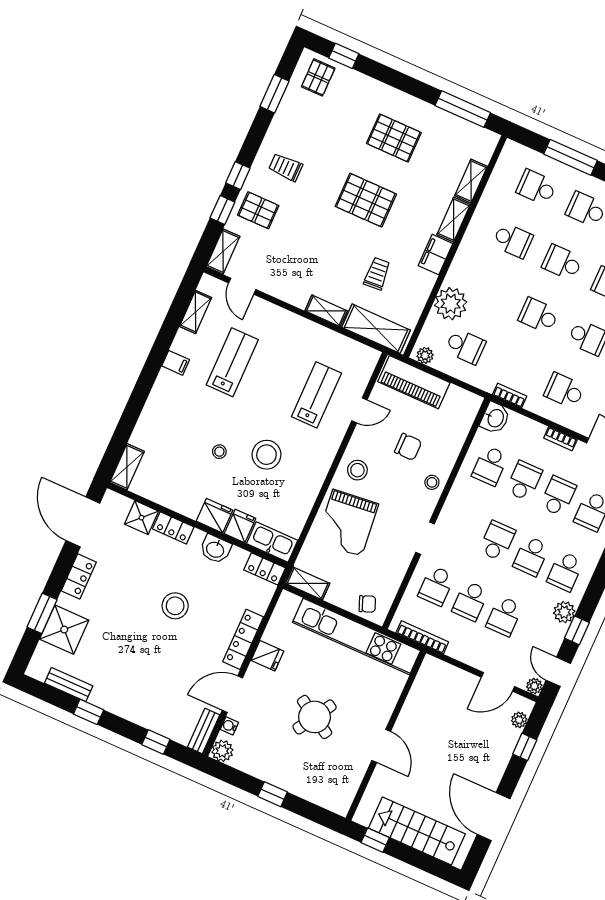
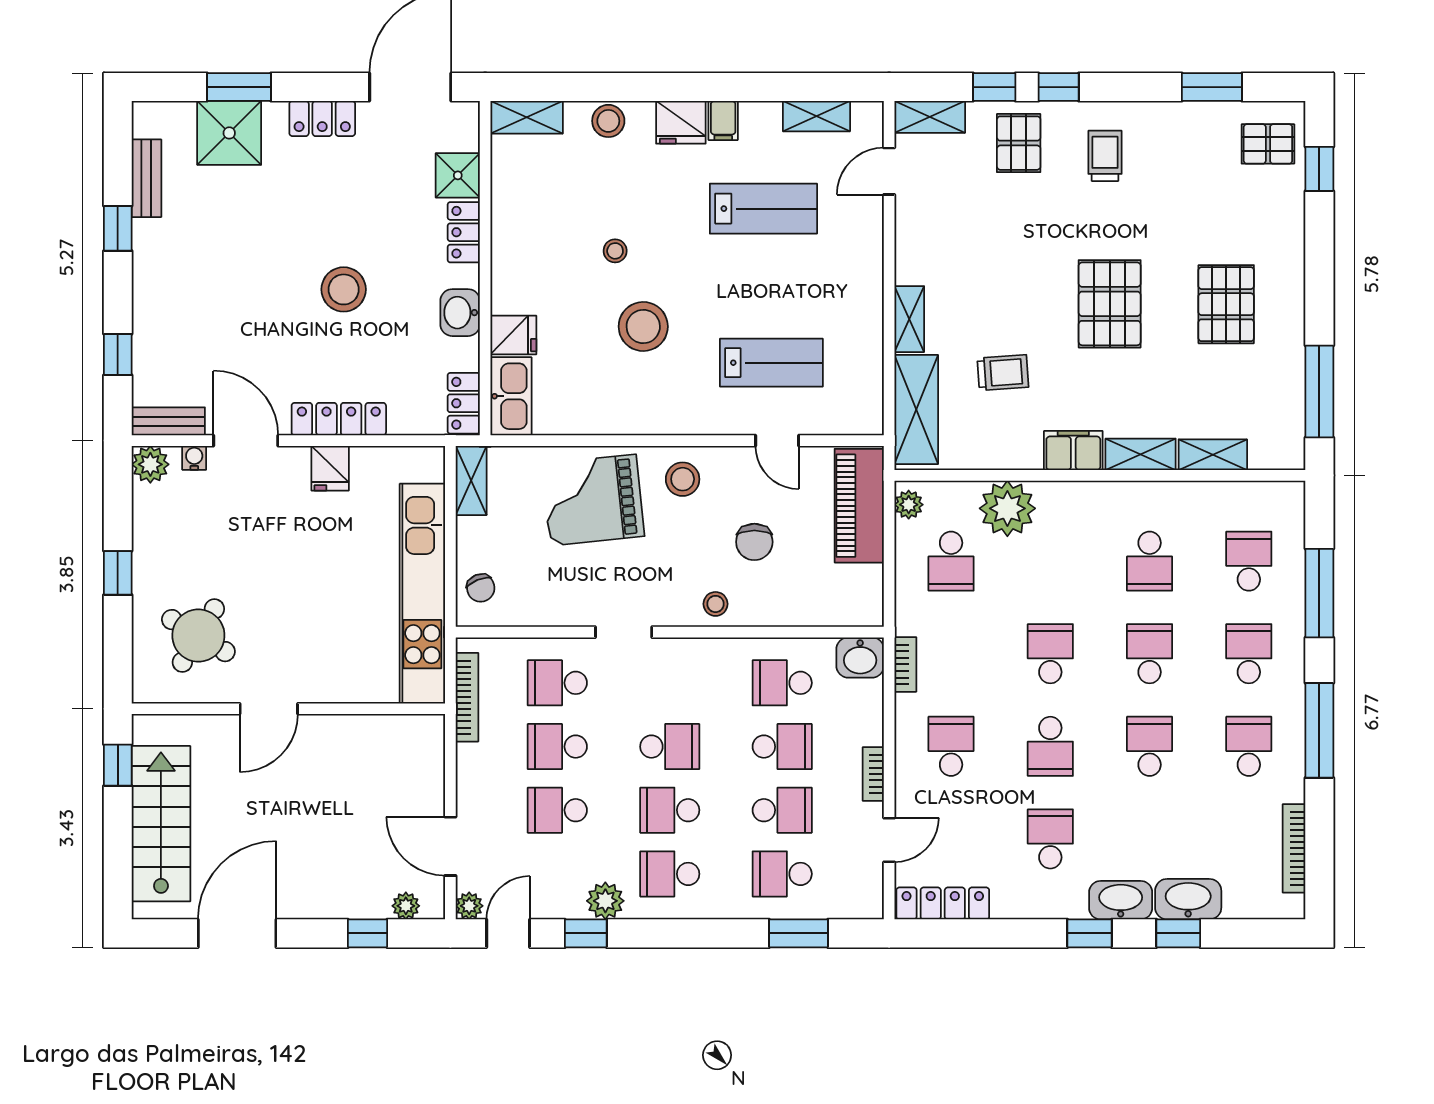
stool: (148, 424) -> (608, 121), added
fridge: (215, 516) -> (681, 122), moved, turned 90
round table: (315, 717) -> (198, 636), moved

